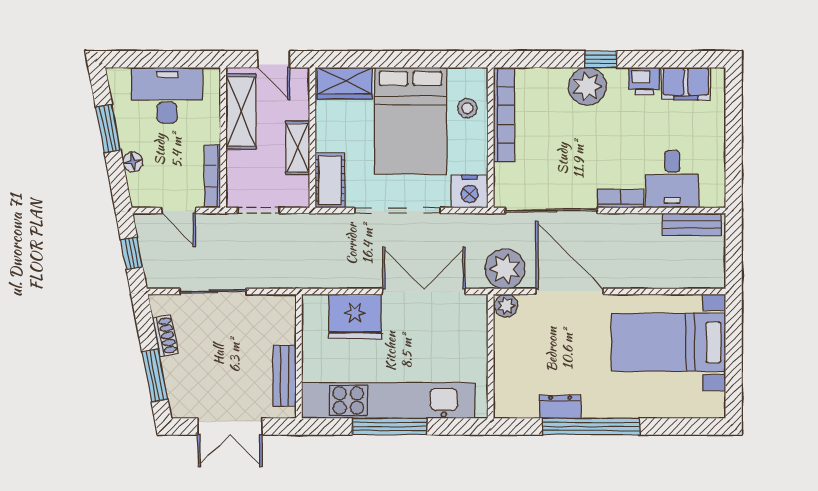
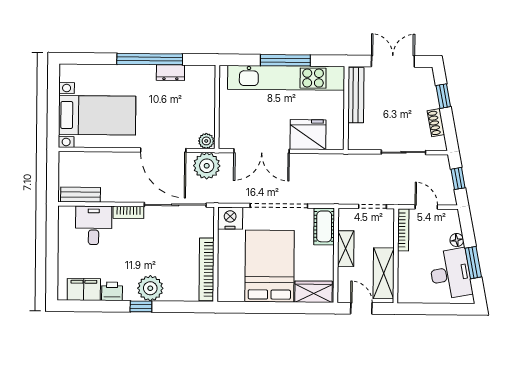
desk: (167, 95) -> (451, 274), moved, turned -101
stool: (467, 108) -> (231, 274), removed
window: (155, 375) -> (443, 96), width x0.67
bench: (285, 376) -> (356, 95), width x1.36

